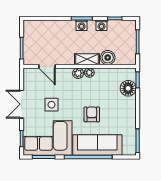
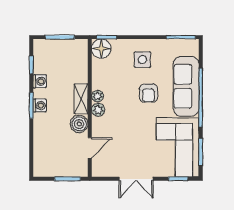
boiler: (108, 58) -> (79, 124), moved
floor lamp: (128, 88) -> (101, 49), moved
side table: (51, 105) -> (142, 60), moved
armchair: (92, 114) -> (149, 93), turned -90

